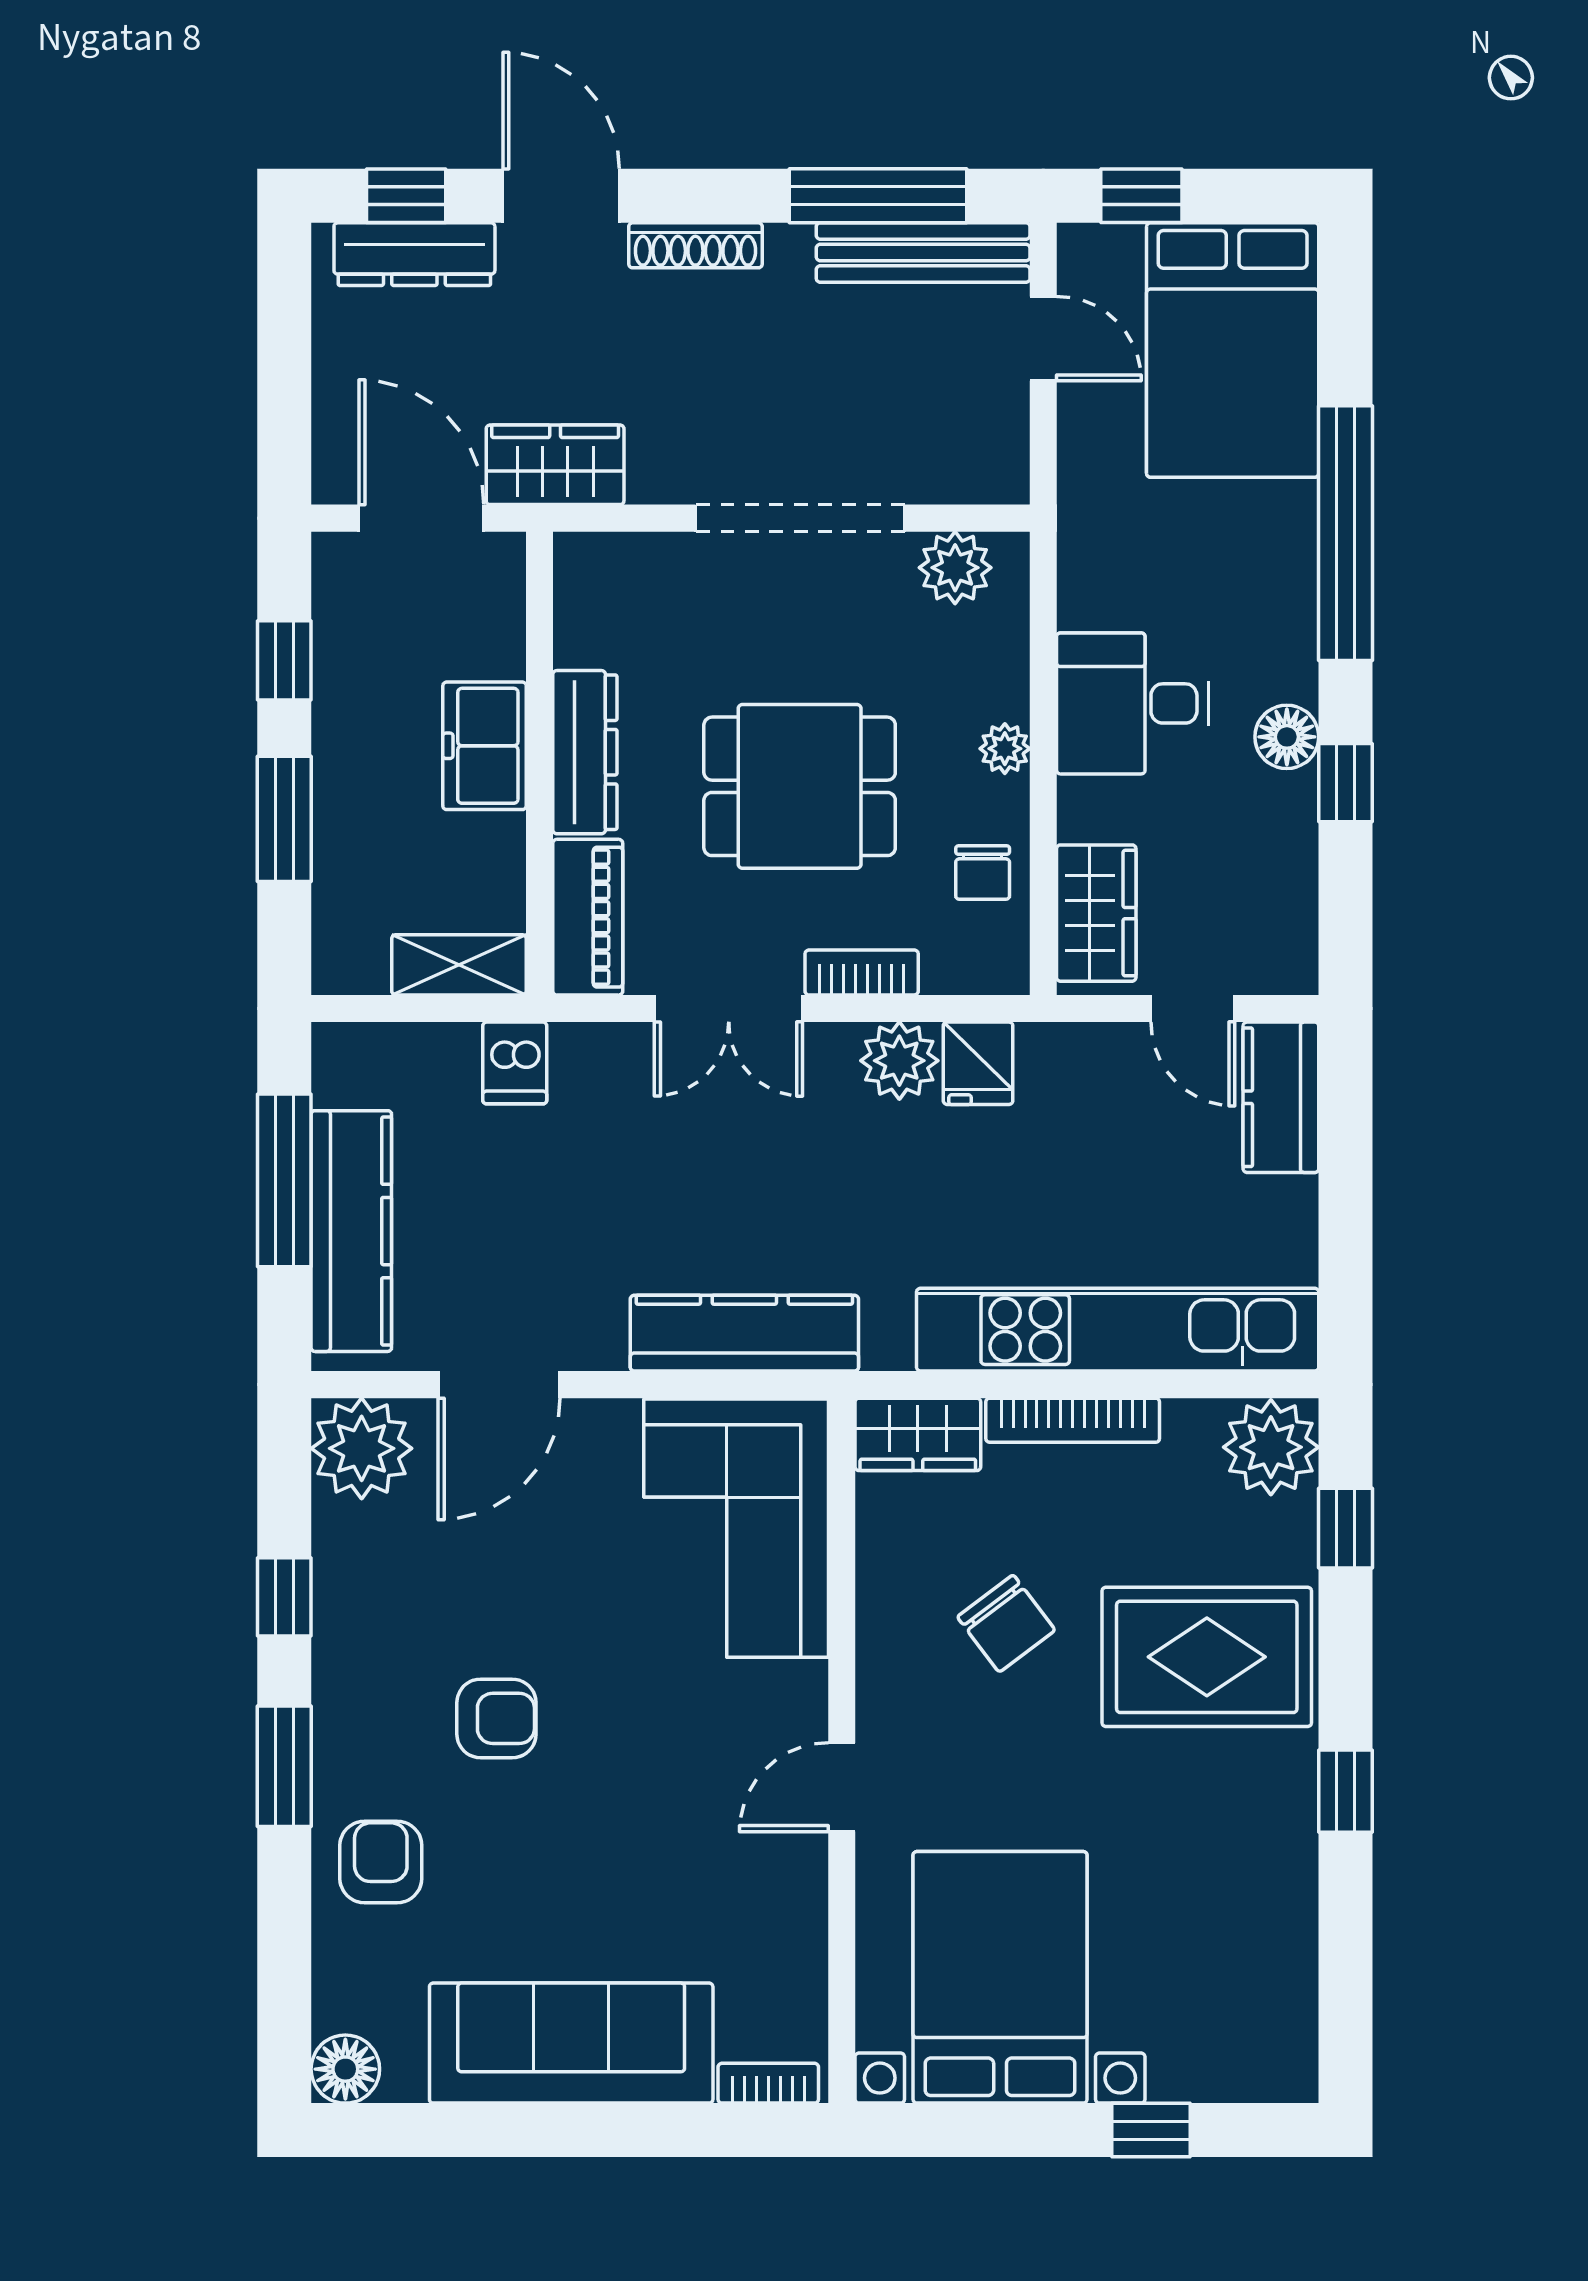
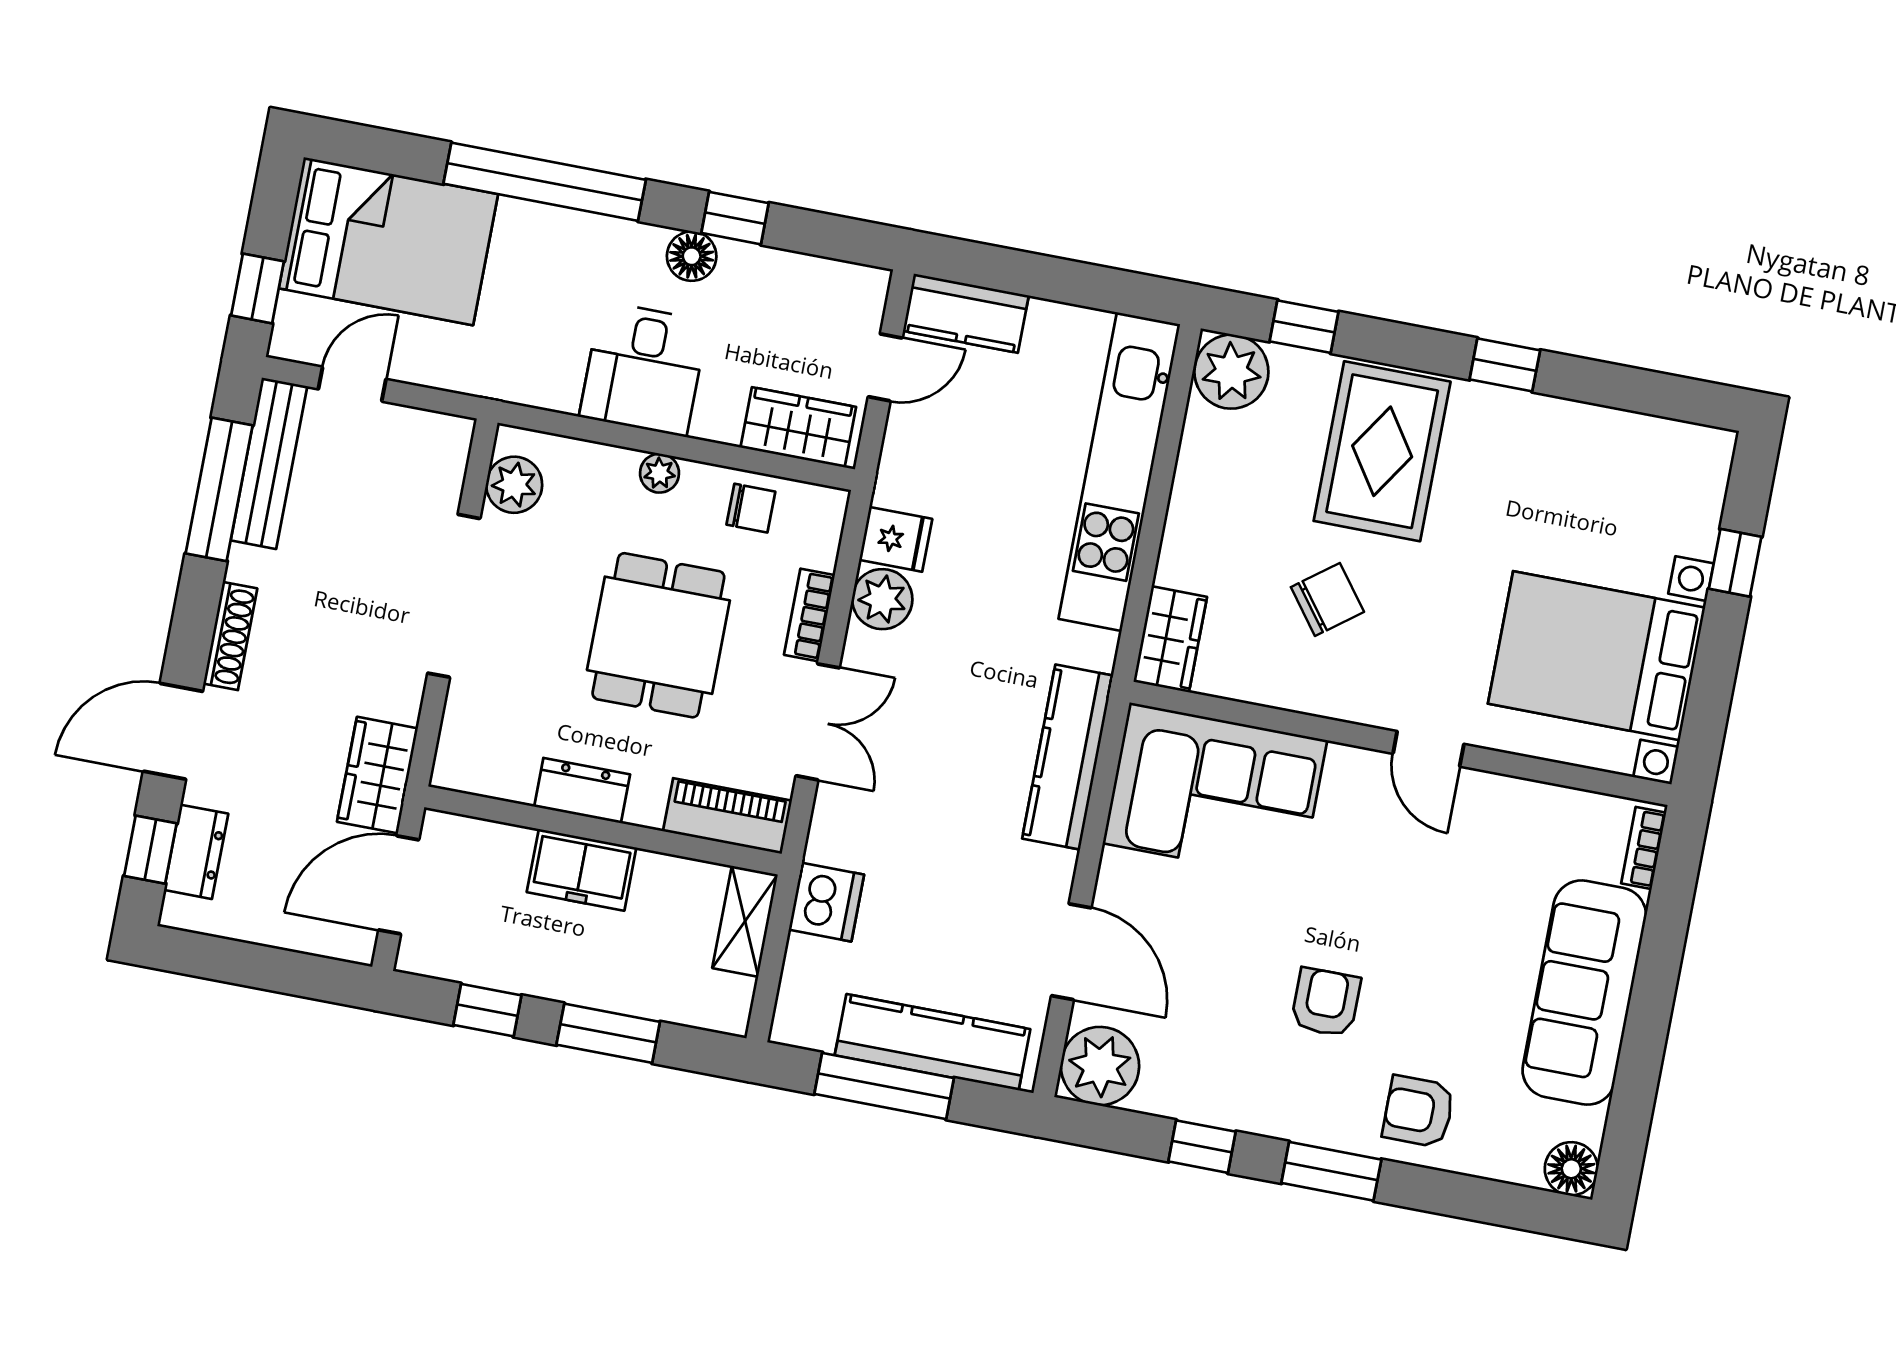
dresser: (414, 254) -> (196, 852), width x0.70
dresser: (585, 752) -> (582, 791), width x0.70
dishwasher: (515, 1063) -> (826, 902), width x1.38
bookcase: (1073, 1420) -> (1182, 519), removed

